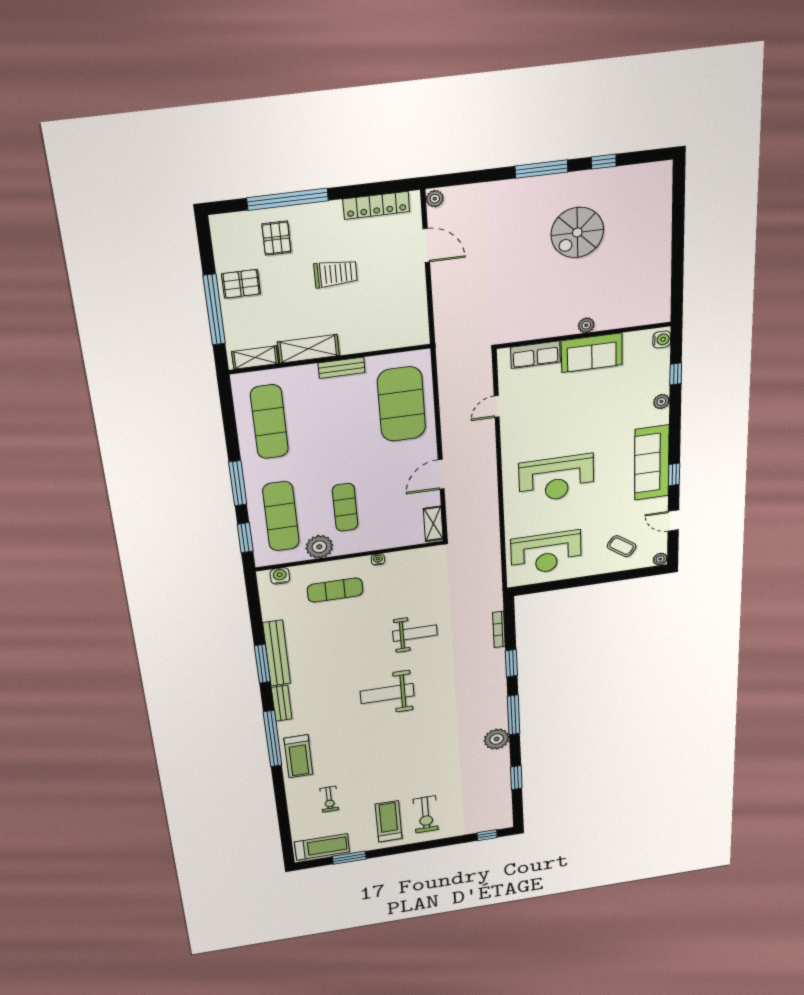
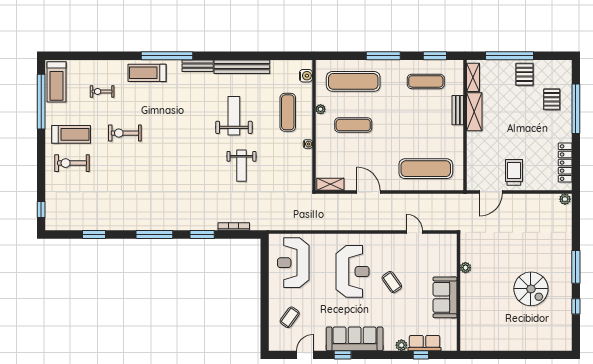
spiral stairs: (577, 232) -> (531, 289), turned 180
pallet: (276, 238) -> (552, 99), turned 90
door: (426, 245) -> (491, 192), moved
trolley: (336, 274) -> (514, 172), moved, turned 180
plant: (586, 325) -> (465, 268), moved
water cooler: (662, 339) -> (448, 345), removed
row of seats: (535, 355) -> (425, 343), moved, turned 90
bench: (342, 368) -> (458, 110), moved
exercise mat: (401, 404) -> (426, 169), width x0.68
exercise mat: (269, 422) -> (426, 81), width x0.73, depth x0.69
coffee table: (571, 426) -> (392, 282), added
reception desk: (556, 479) -> (353, 271), turned 180
window: (245, 538) -> (435, 56), moved
plant: (319, 547) -> (321, 109), width x0.53, depth x0.53
plant: (660, 559) -> (274, 346), removed
window: (262, 664) -> (235, 56), removed
weight bench: (387, 694) -> (234, 116), moved
plant: (497, 739) -> (134, 221), removed
exercise bike: (382, 767) -> (125, 133), added
window: (349, 858) -> (41, 102), width x2.11

